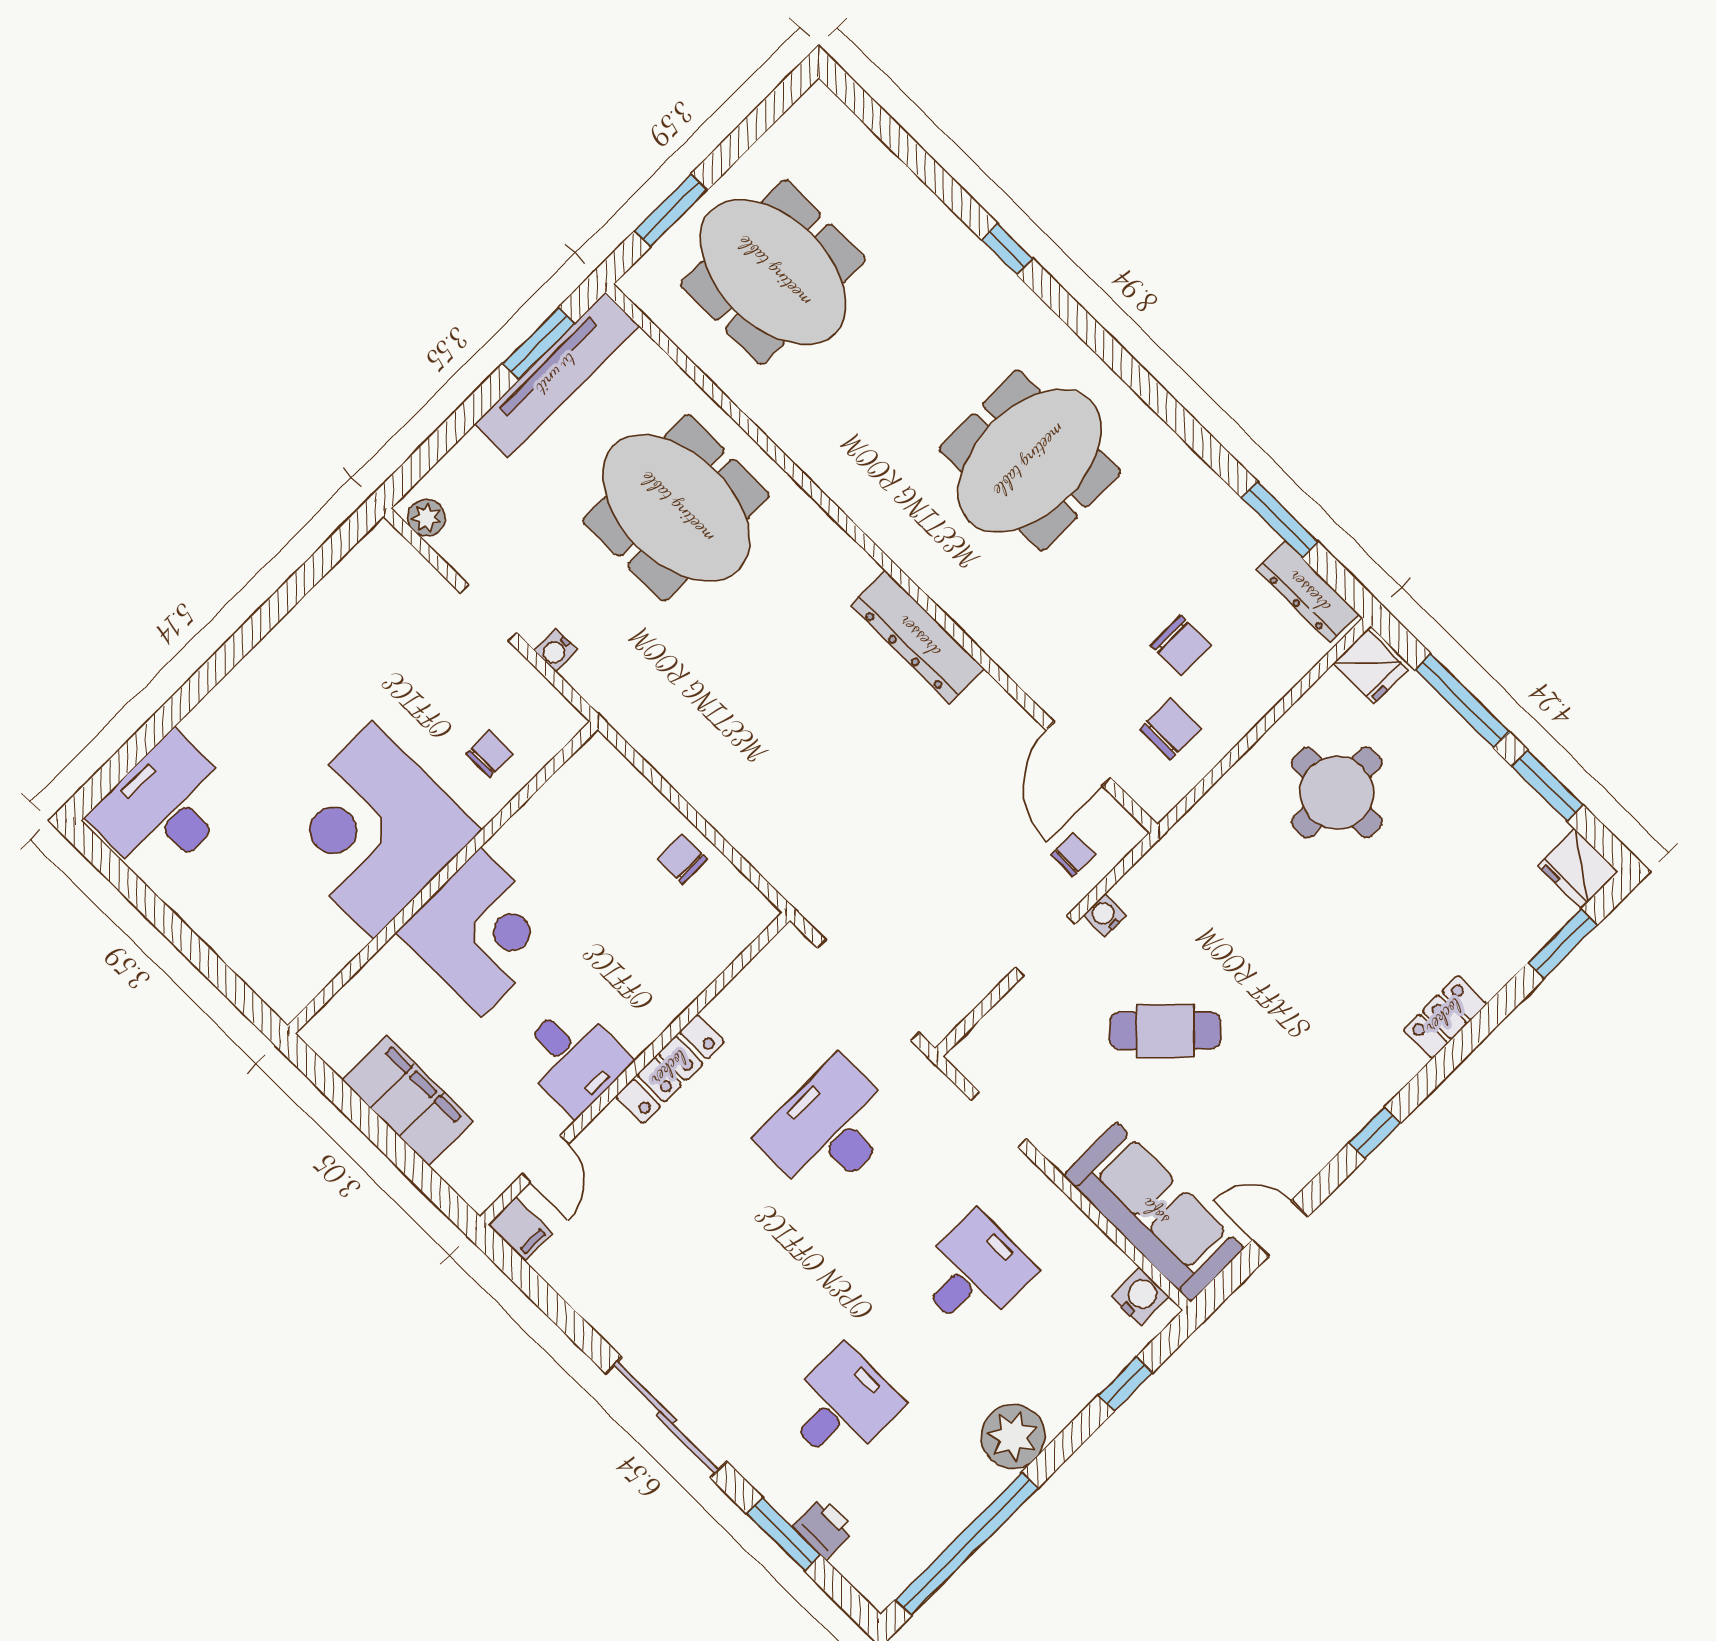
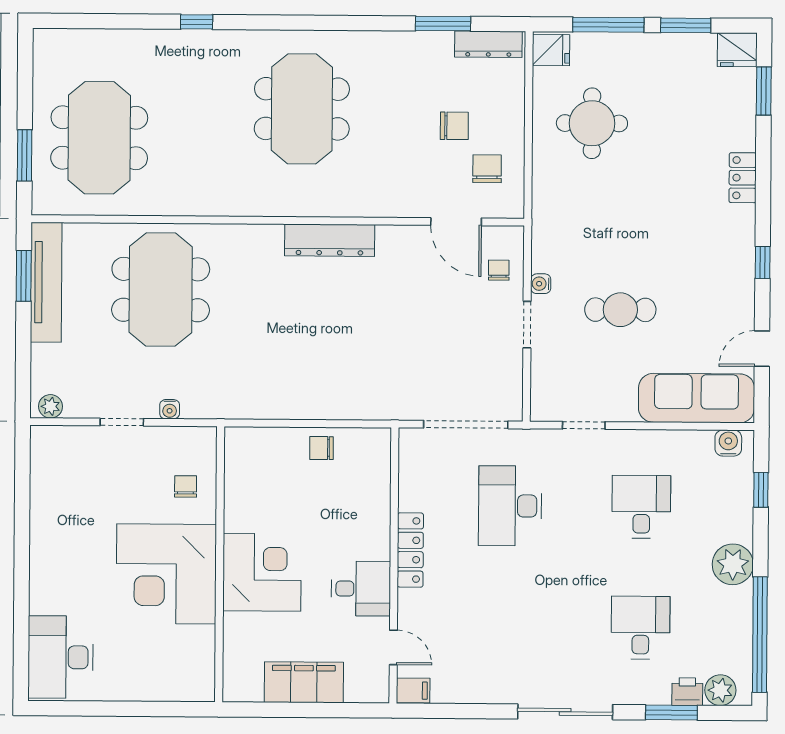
meeting table: (773, 272) -> (99, 138), turned 90
meeting table: (676, 508) -> (161, 290), turned 90
cafe table: (1165, 1031) -> (620, 310), turned 45
plant: (862, 1563) -> (720, 690), added

